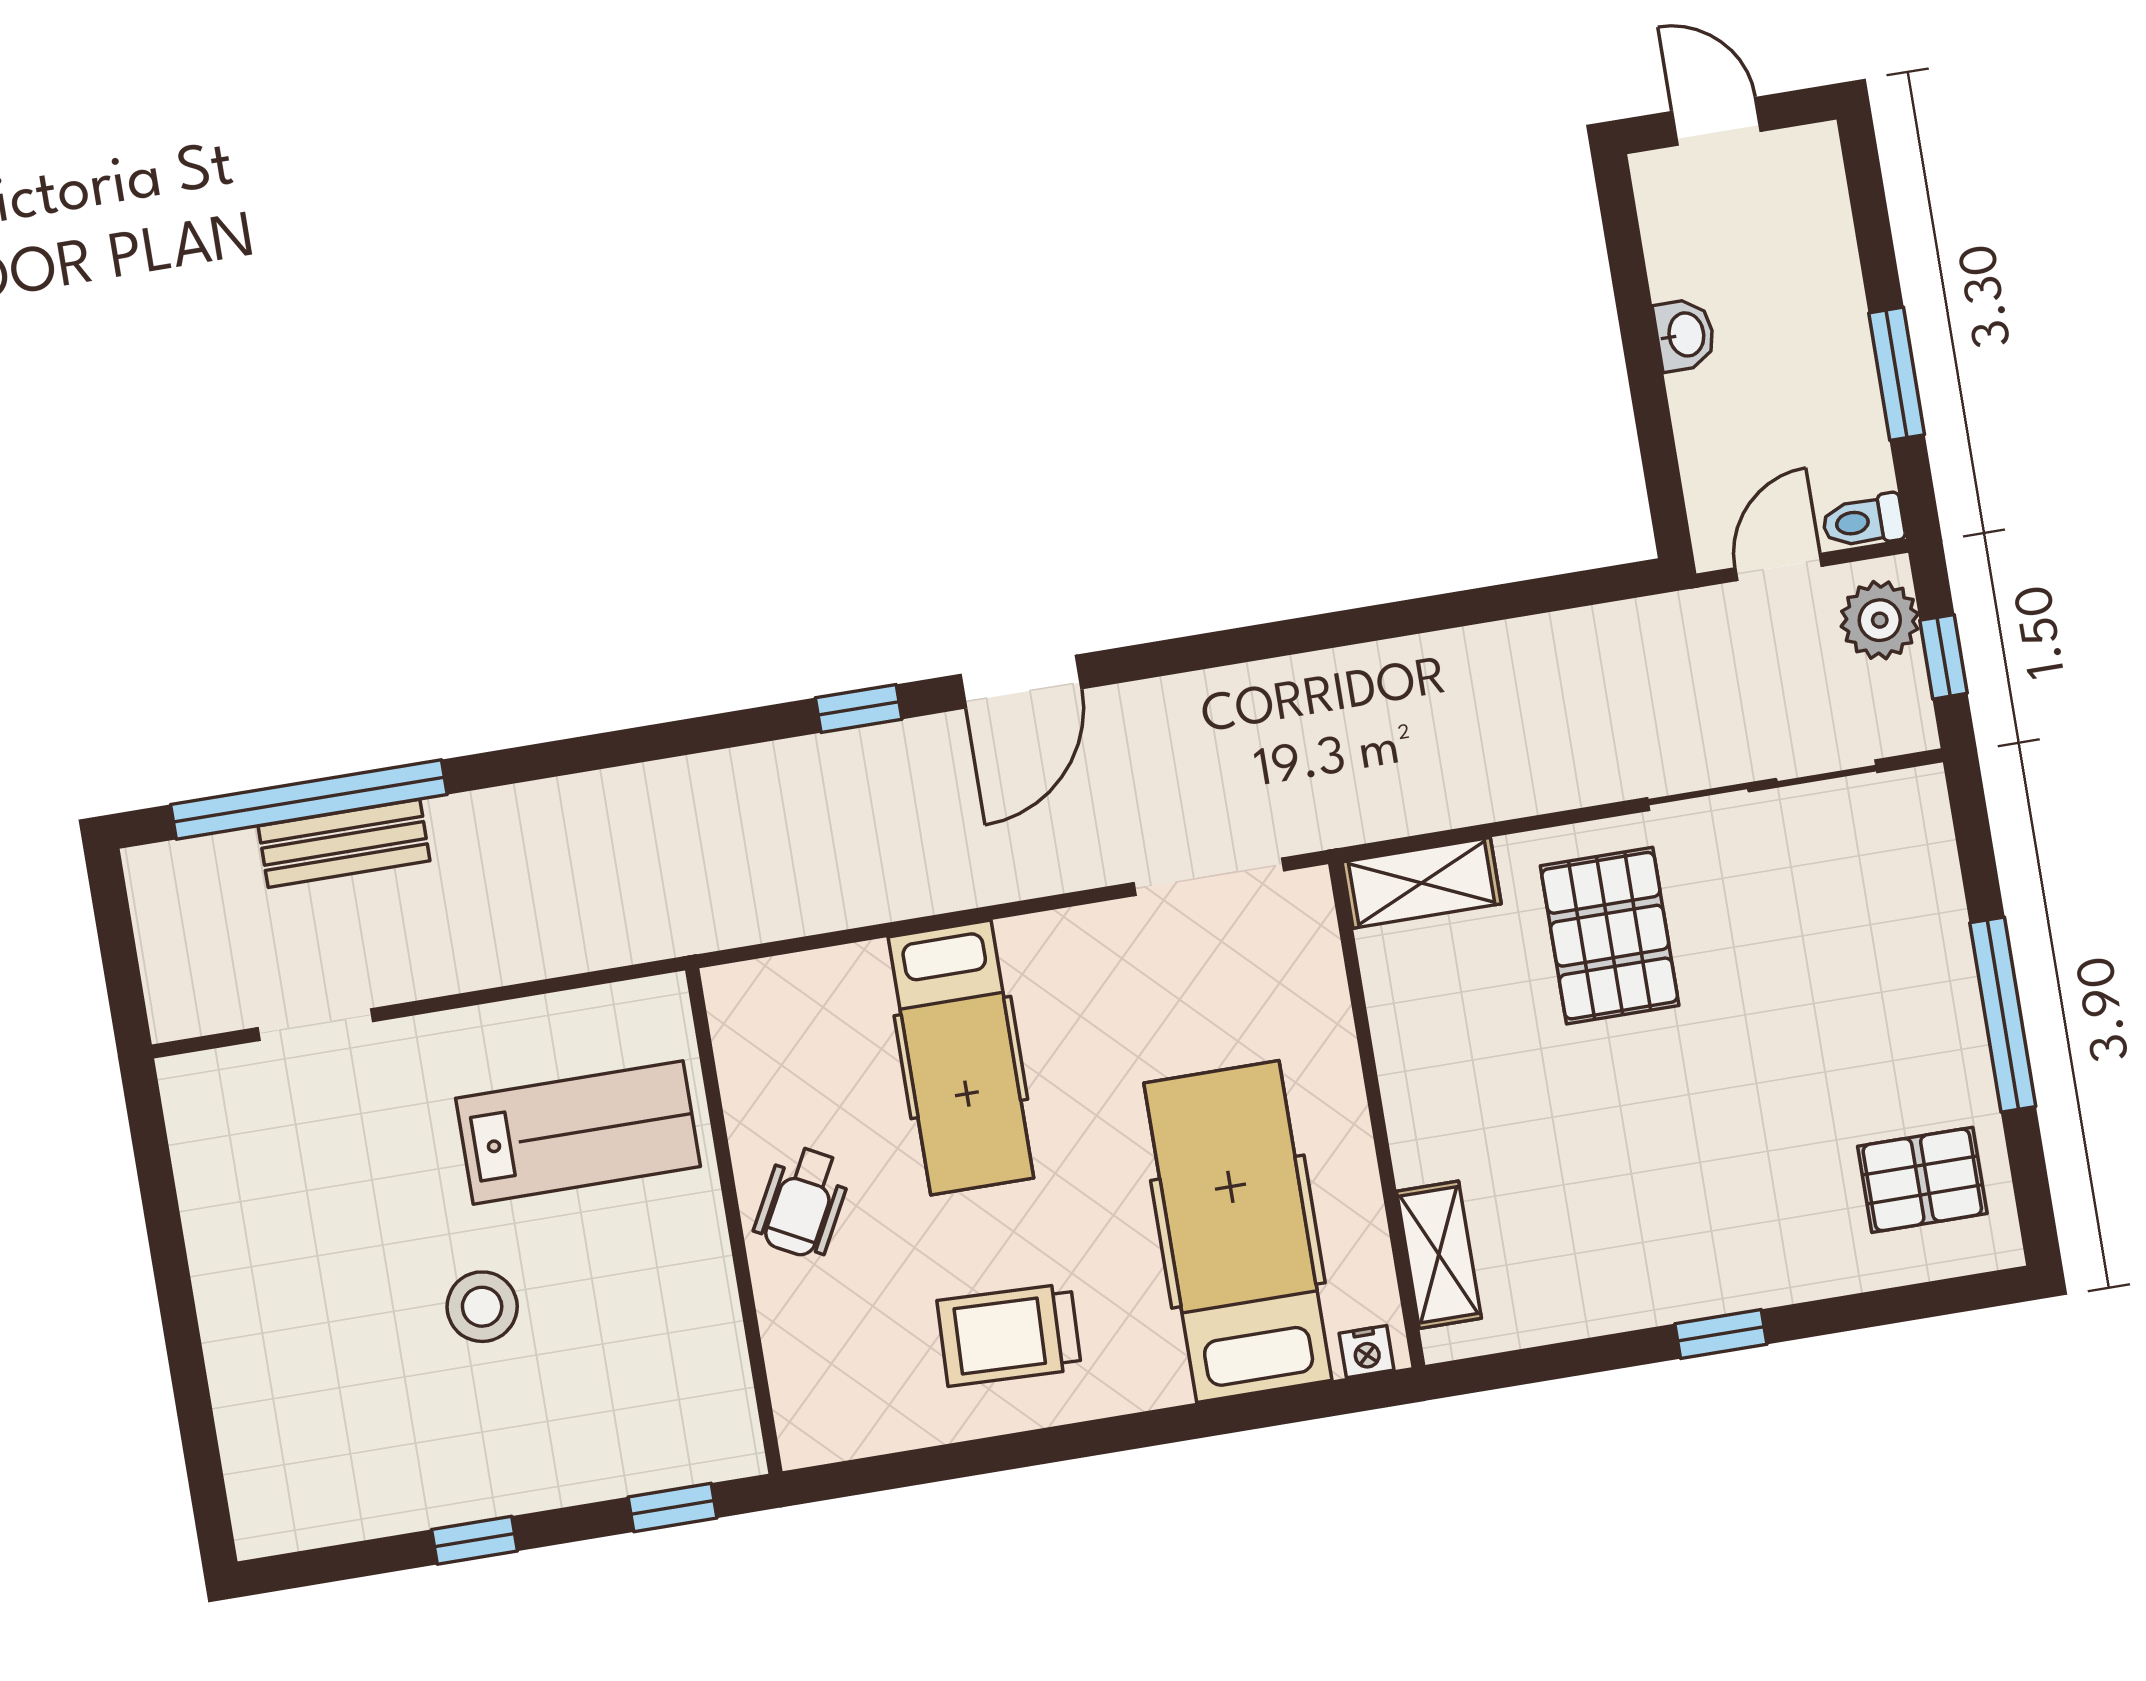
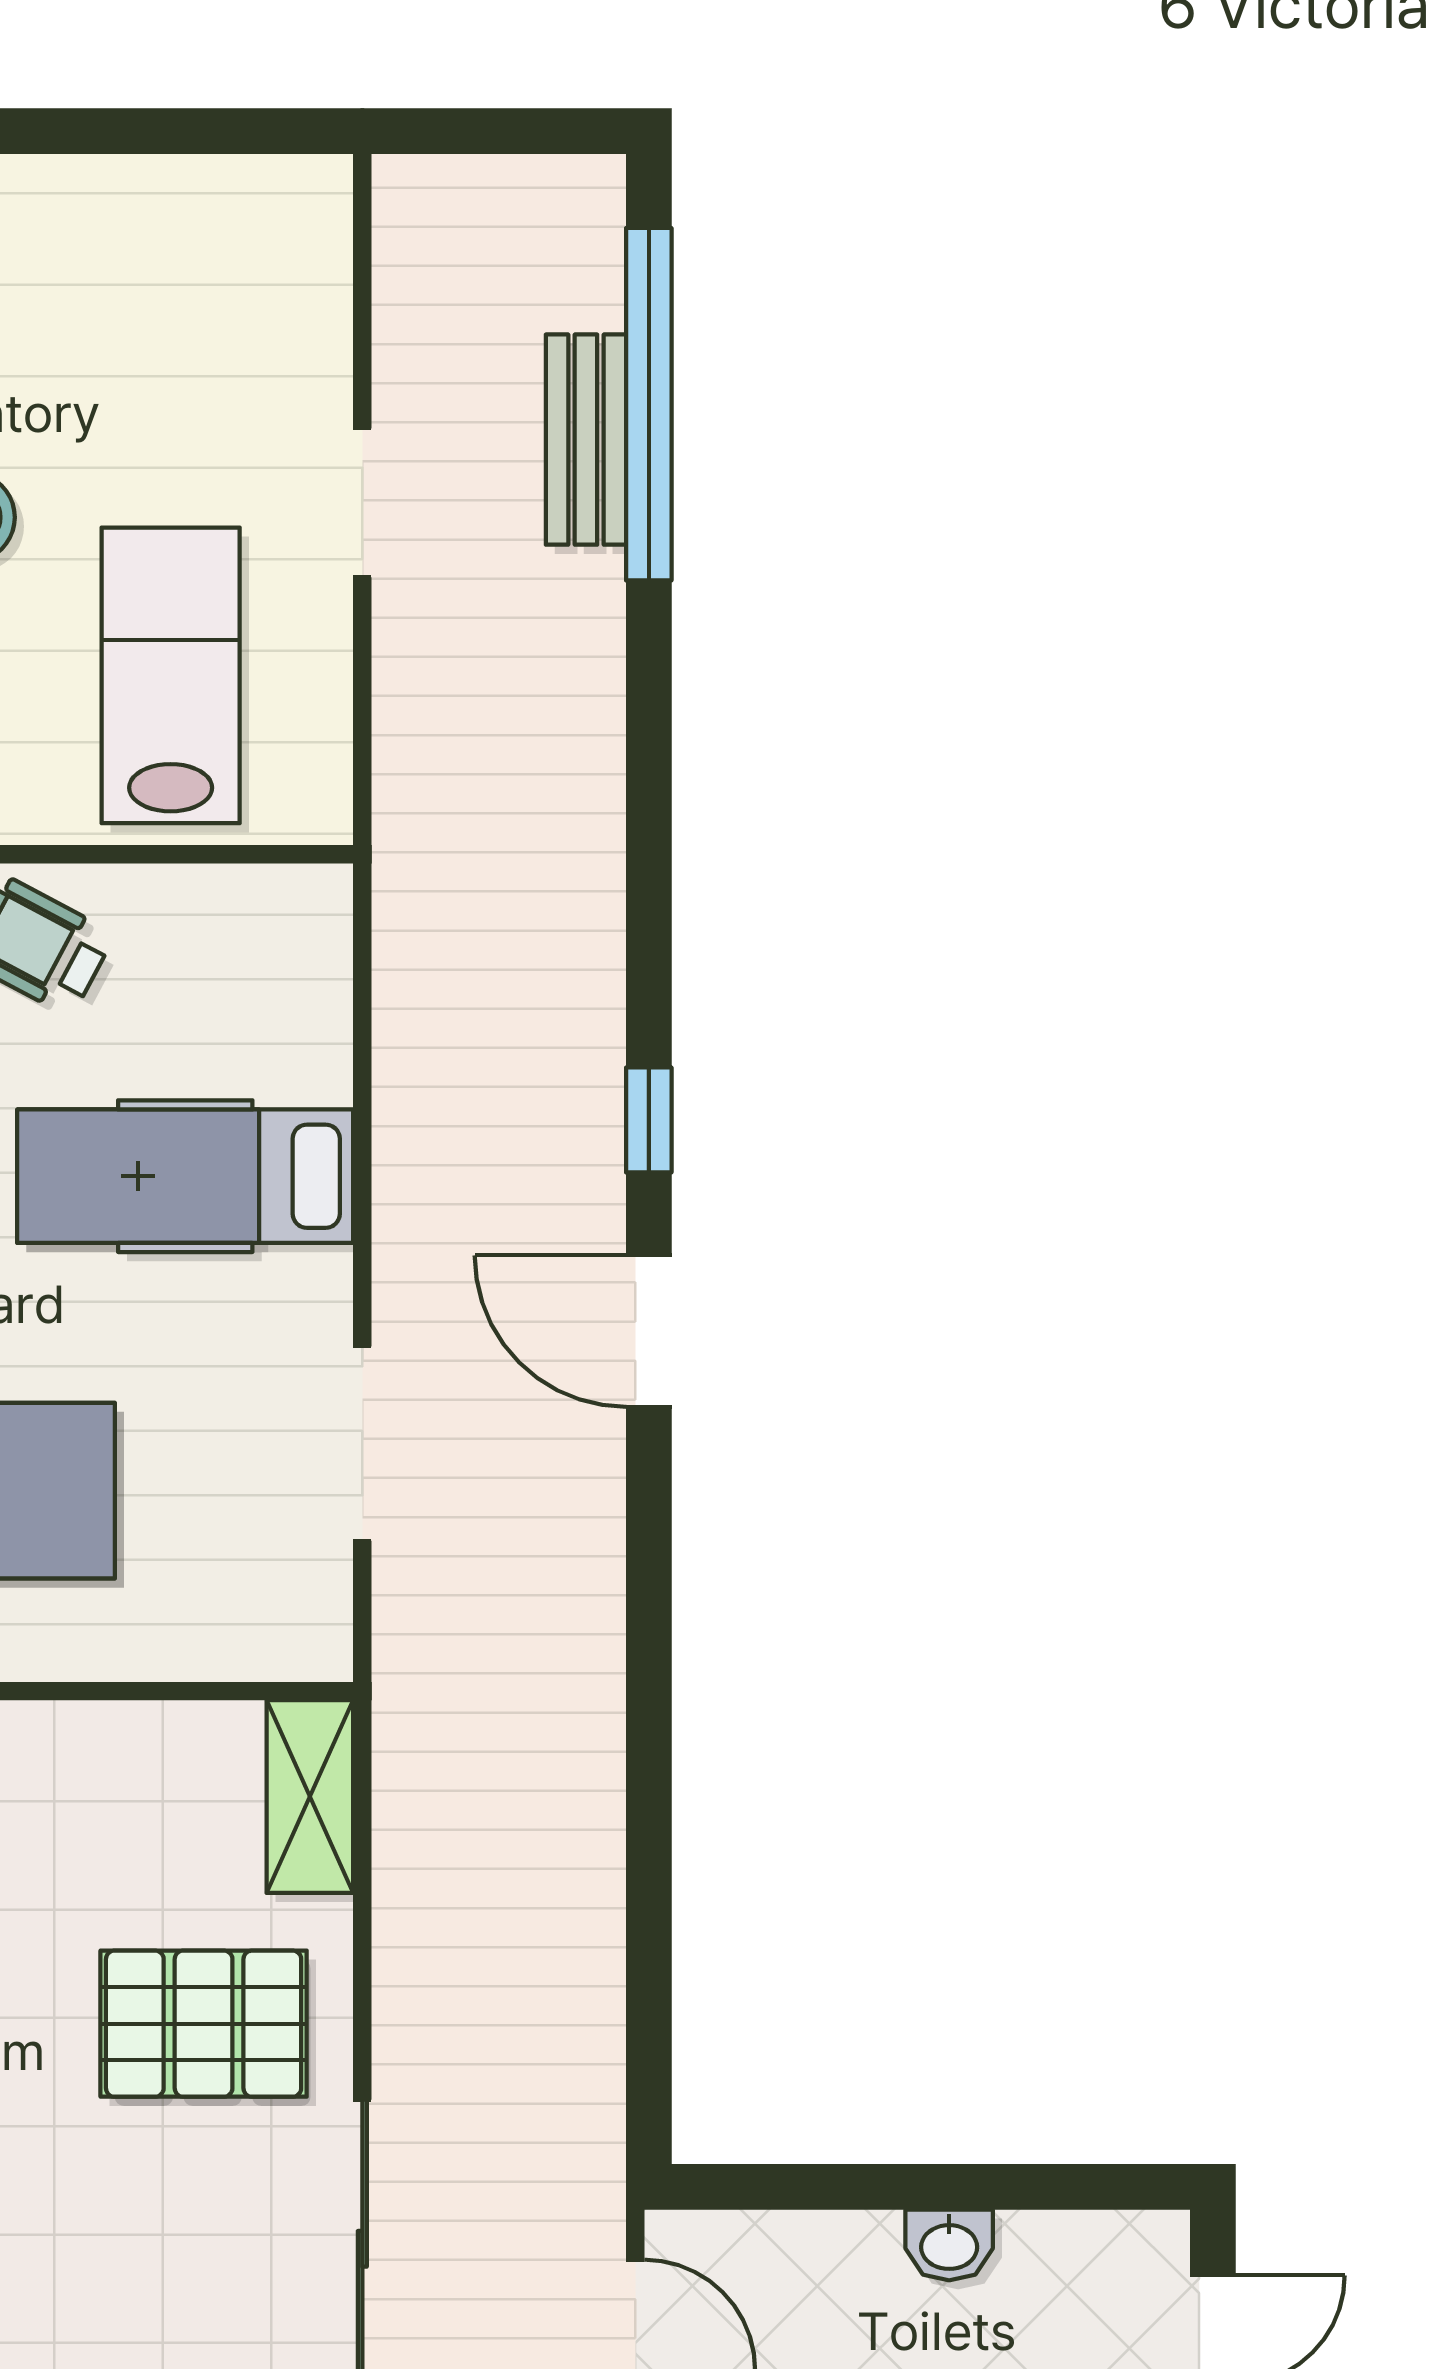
doorway: (1209, 877) -> (362, 1444), moved
doorway: (315, 1025) -> (362, 503), moved
lab bench: (578, 1132) -> (171, 675), turned 180

